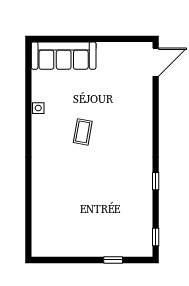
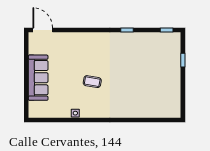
sofa: (64, 56) -> (38, 78), moved

